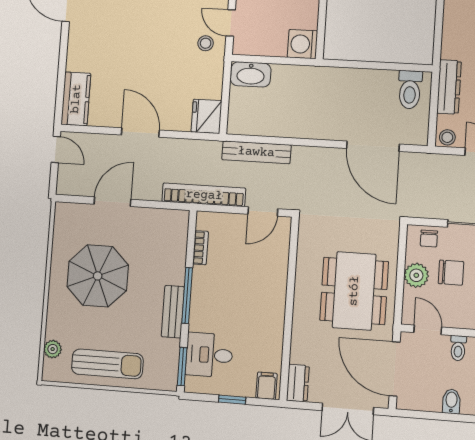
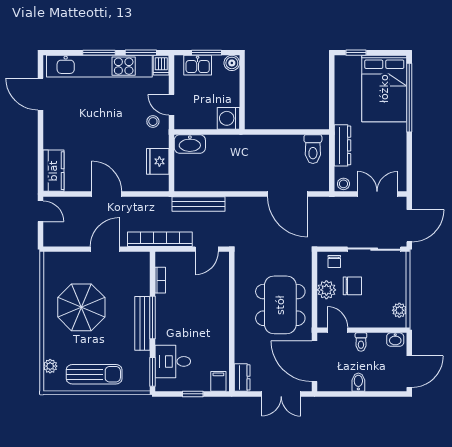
fridge: (207, 116) -> (158, 161), moved
door: (112, 202) -> (105, 249), moved
bench: (173, 312) -> (142, 323), width x1.36

